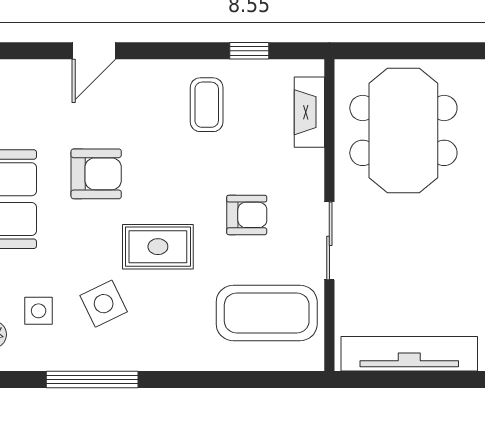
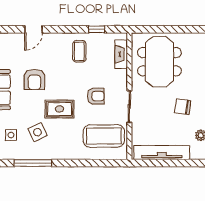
armchair: (96, 174) -> (34, 79), turned 90
chair: (461, 241) -> (183, 107), added

